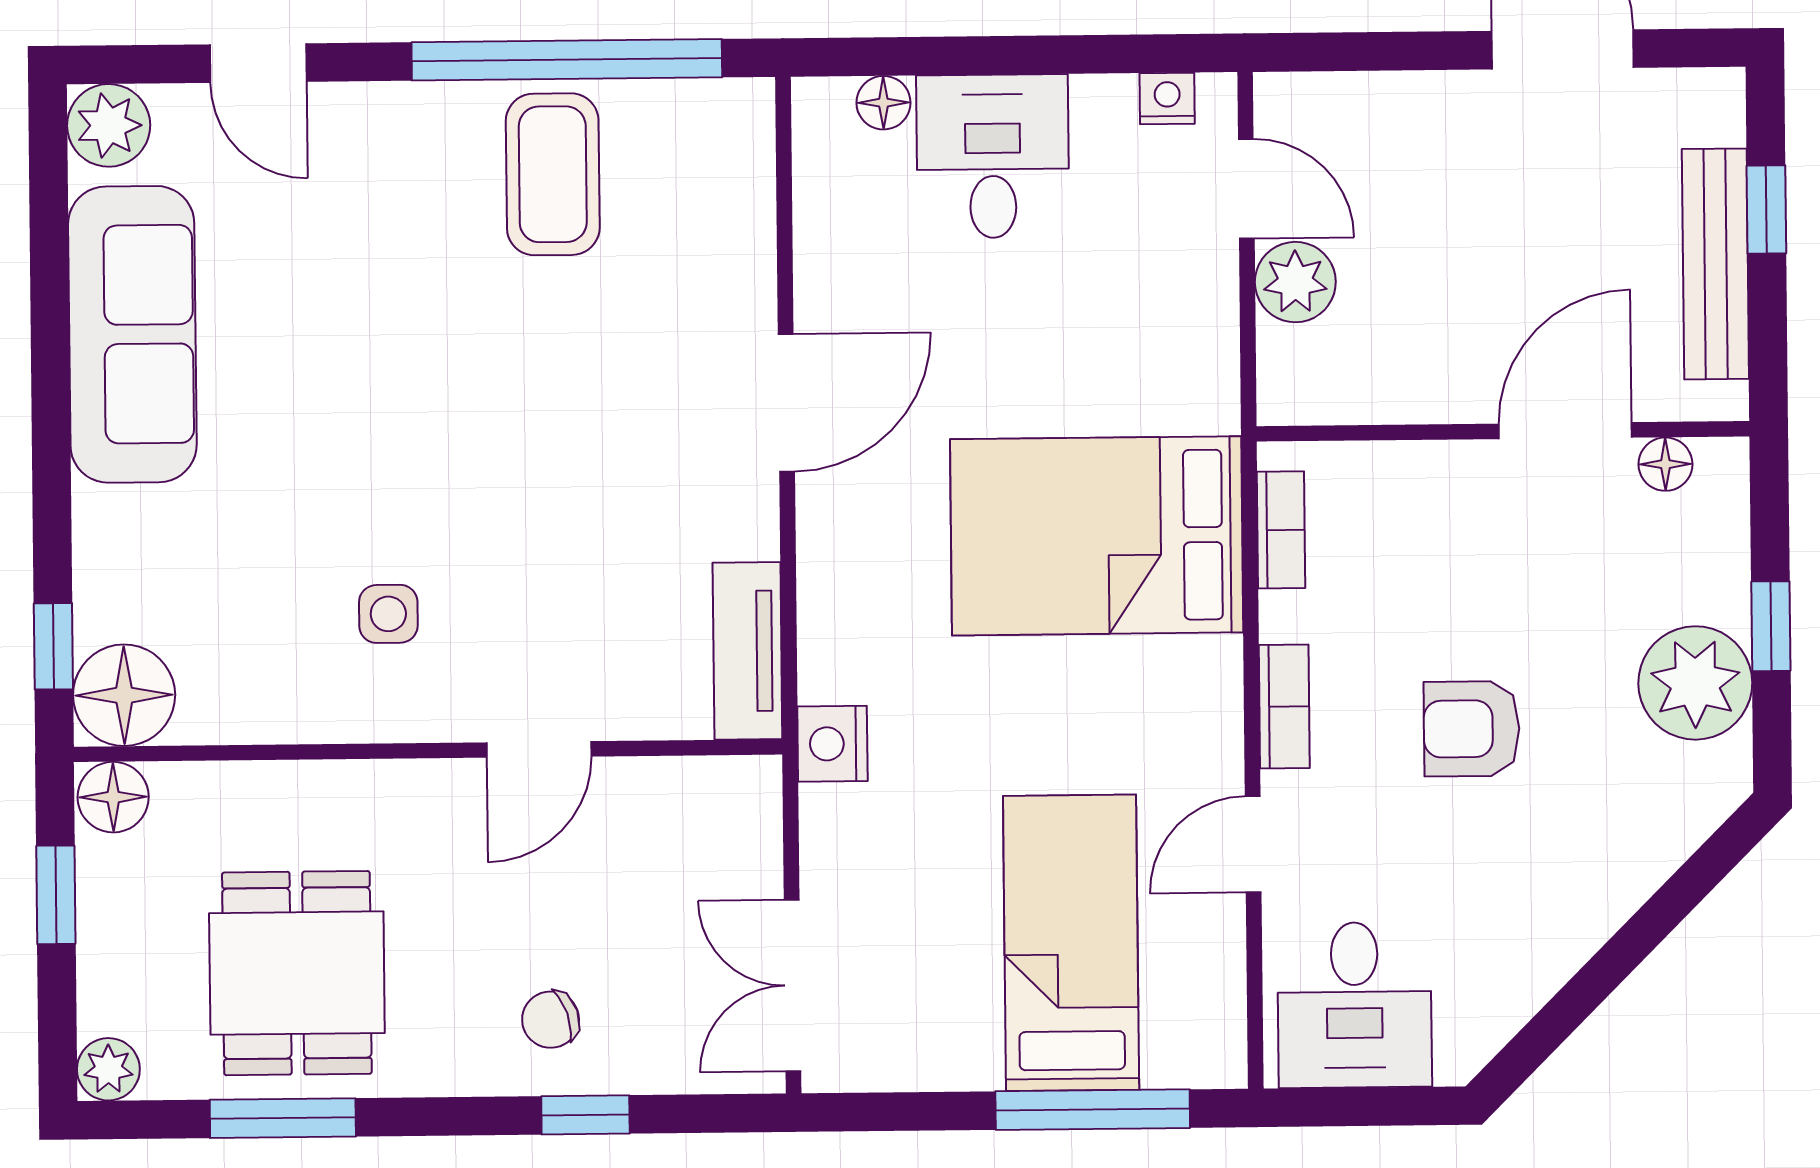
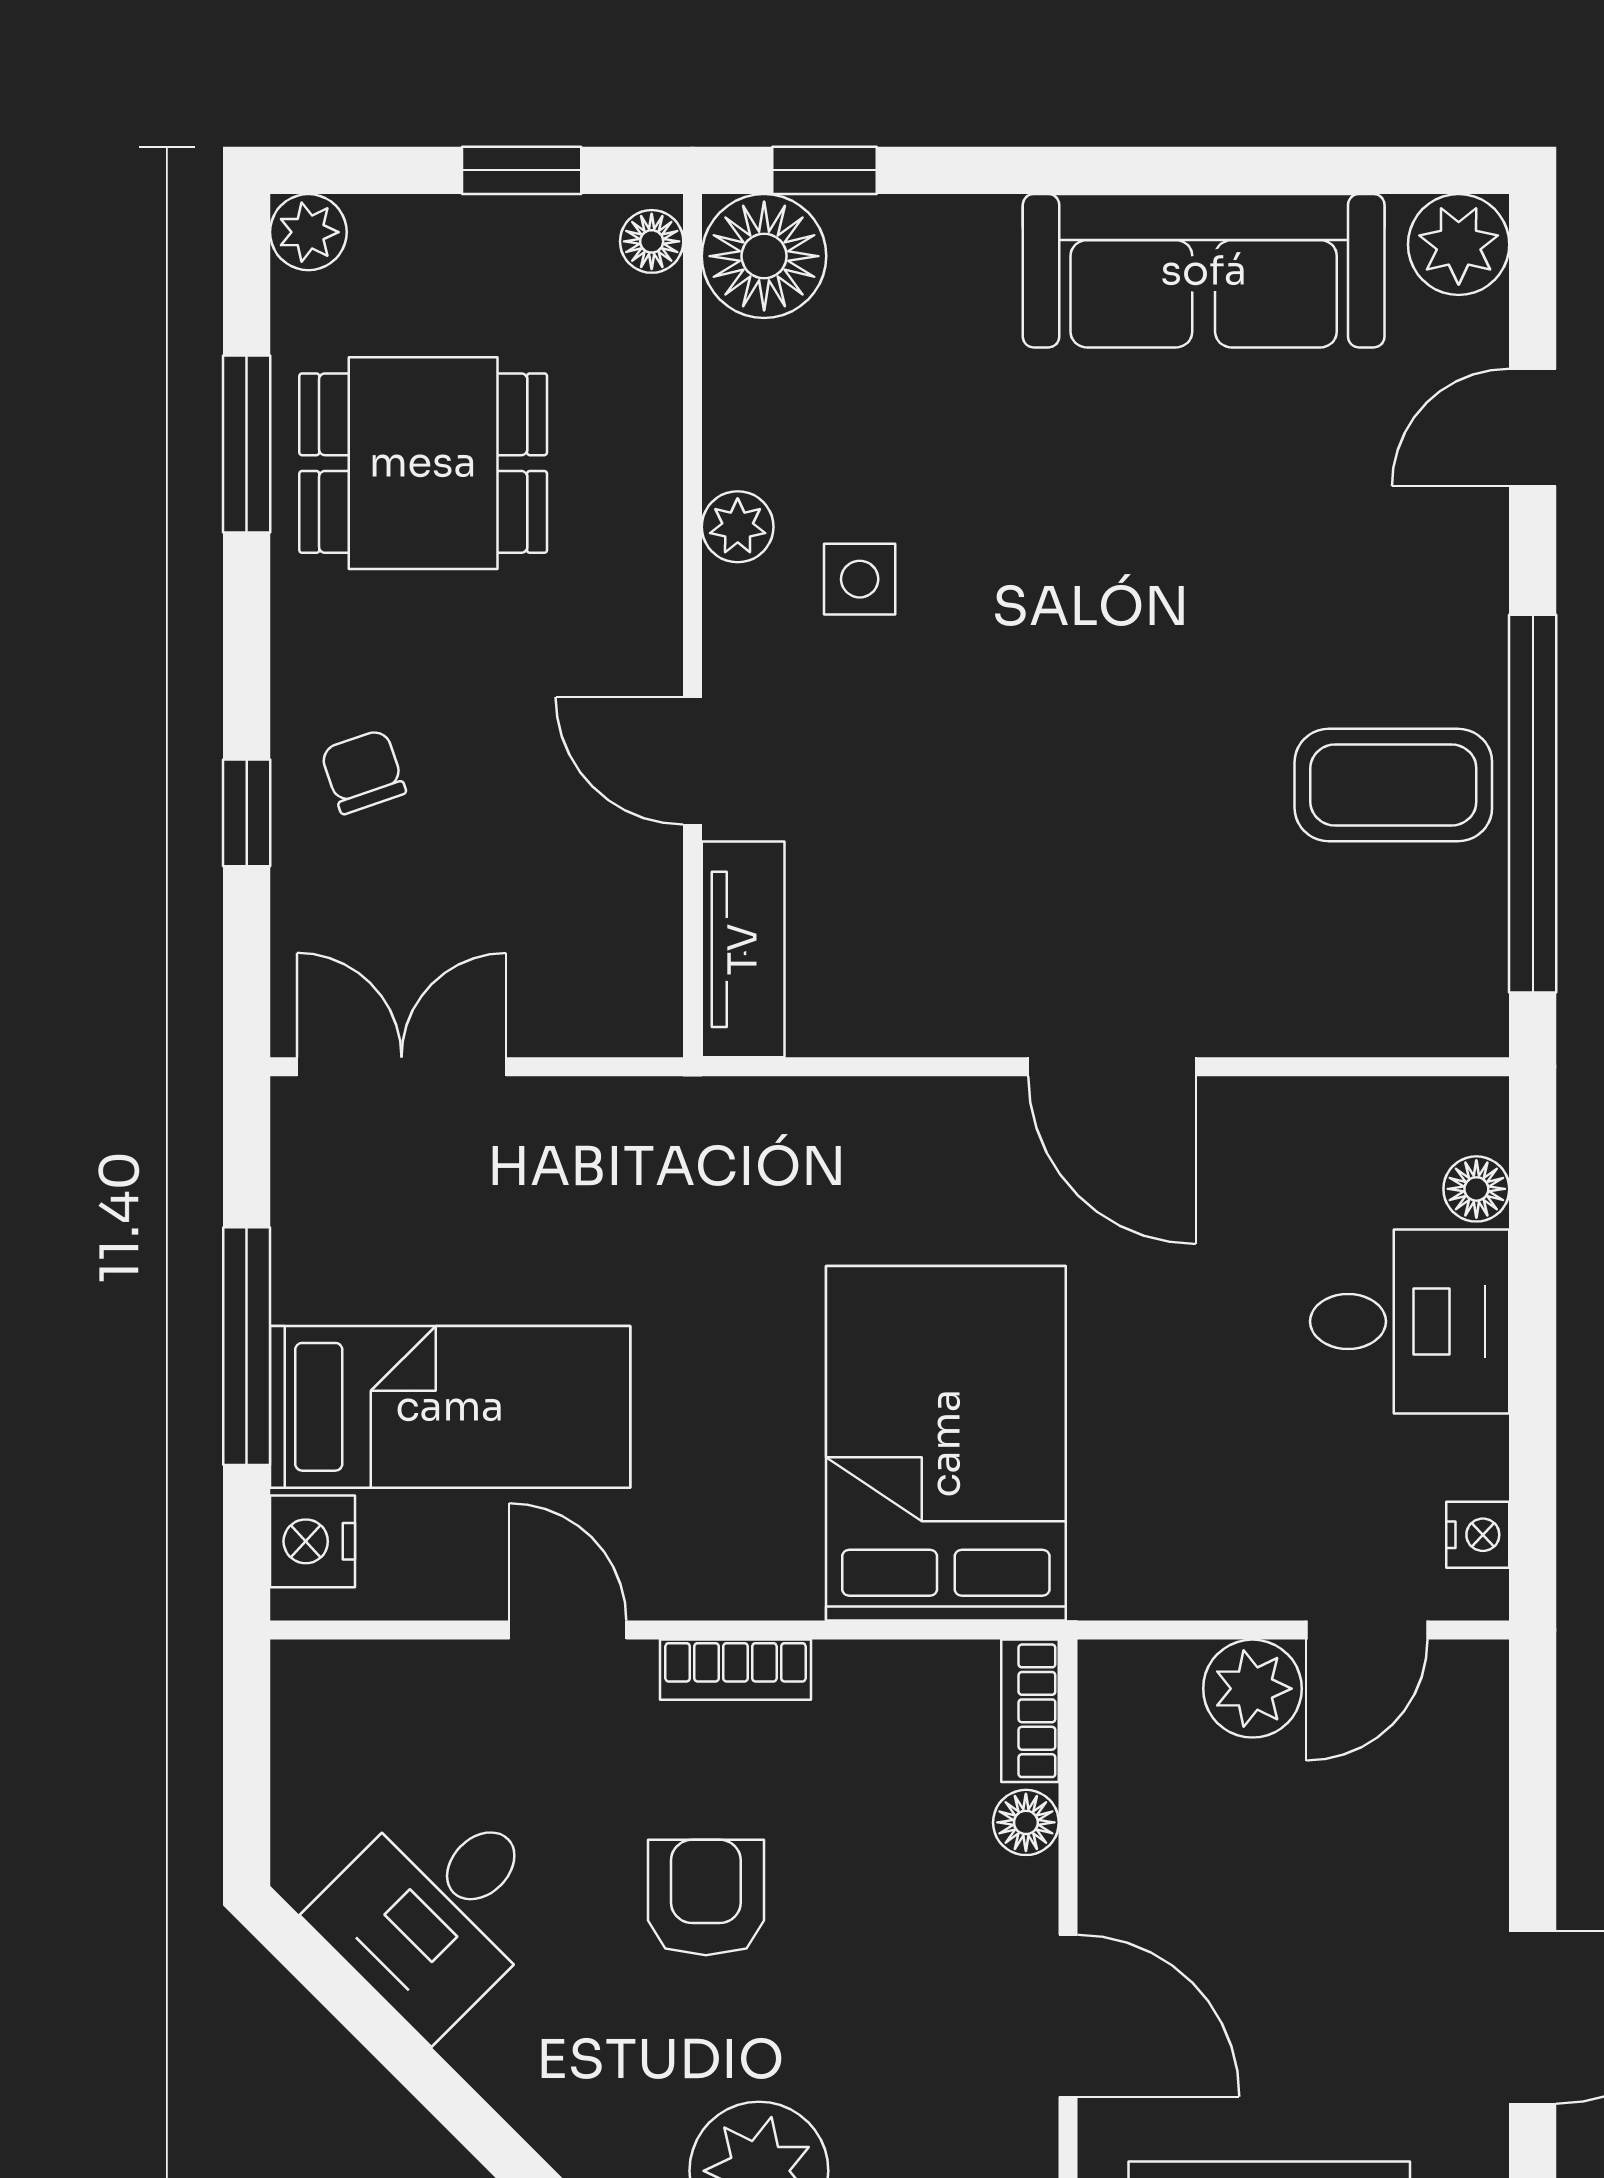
floor lamp: (1665, 464) -> (1026, 1822), moved
bookcase: (1281, 530) -> (1030, 1711), moved, turned 90
tv unit: (747, 651) -> (743, 949), moved, turned 90
plant: (346, 715) -> (738, 527), added
nightstand: (832, 744) -> (312, 1541), moved, turned -90
floor lamp: (113, 797) -> (652, 241), width x0.73, depth x0.73
desk: (1355, 1005) -> (437, 1910), moved, turned -45
window: (1093, 1110) -> (247, 1346), moved

